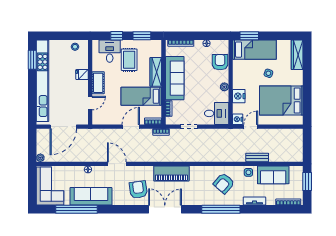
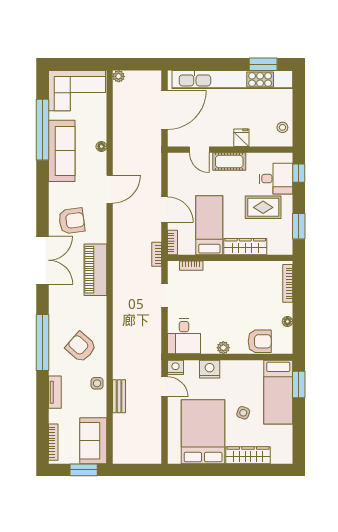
window: (117, 36) -> (299, 173), moved
wardrobe: (297, 55) -> (248, 455), moved
sofa: (175, 78) -> (236, 275), removed
door: (63, 127) -> (165, 110), swing flipped
sofa: (273, 175) -> (93, 441), moved

